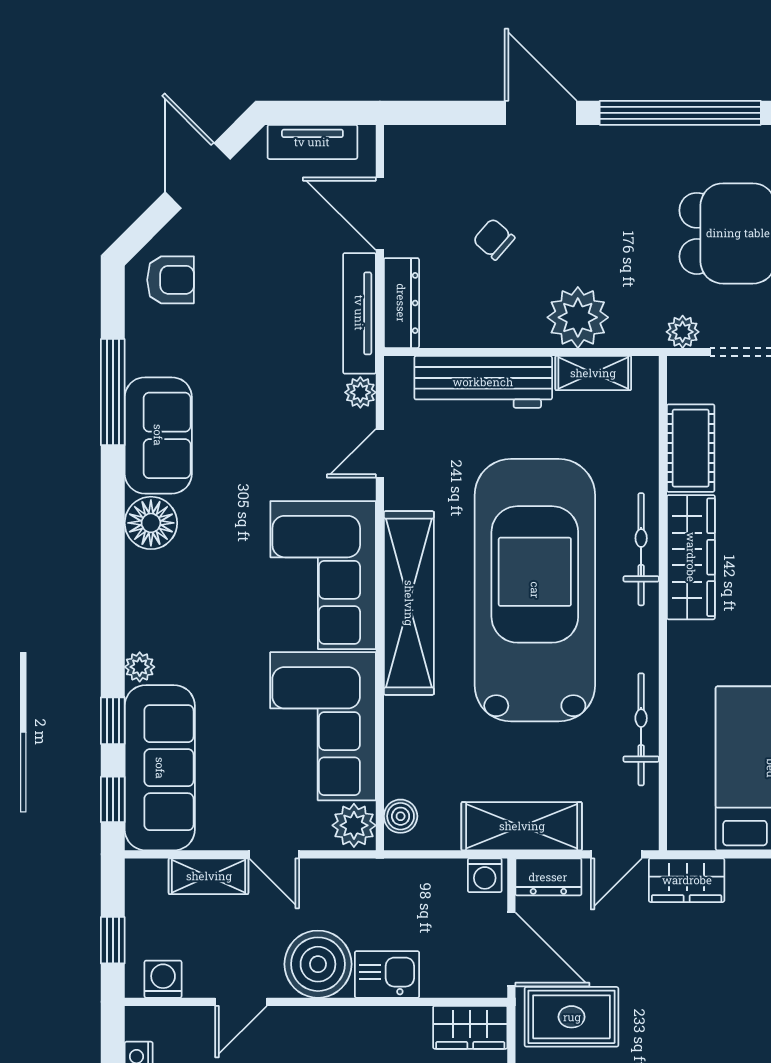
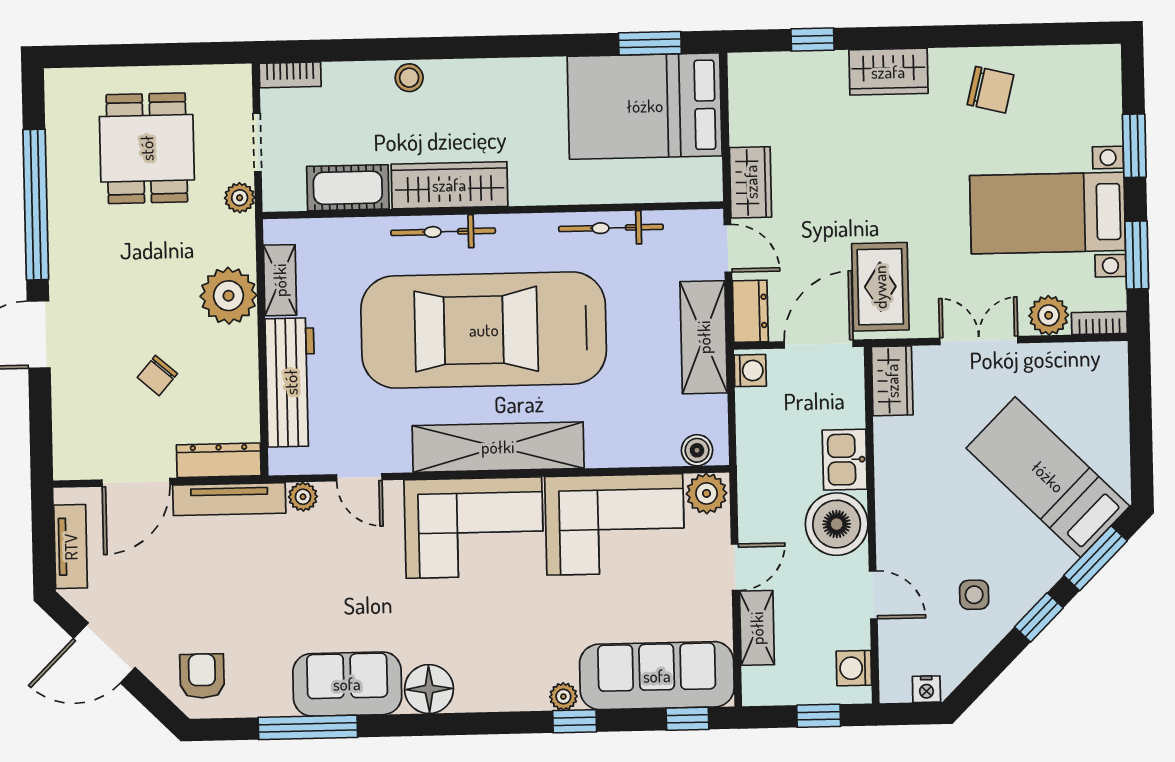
window: (113, 721) -> (575, 721), moved

